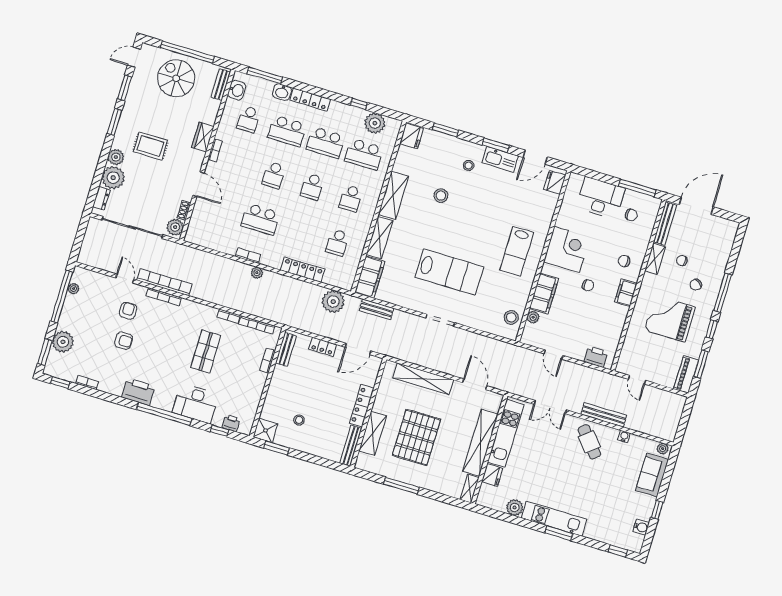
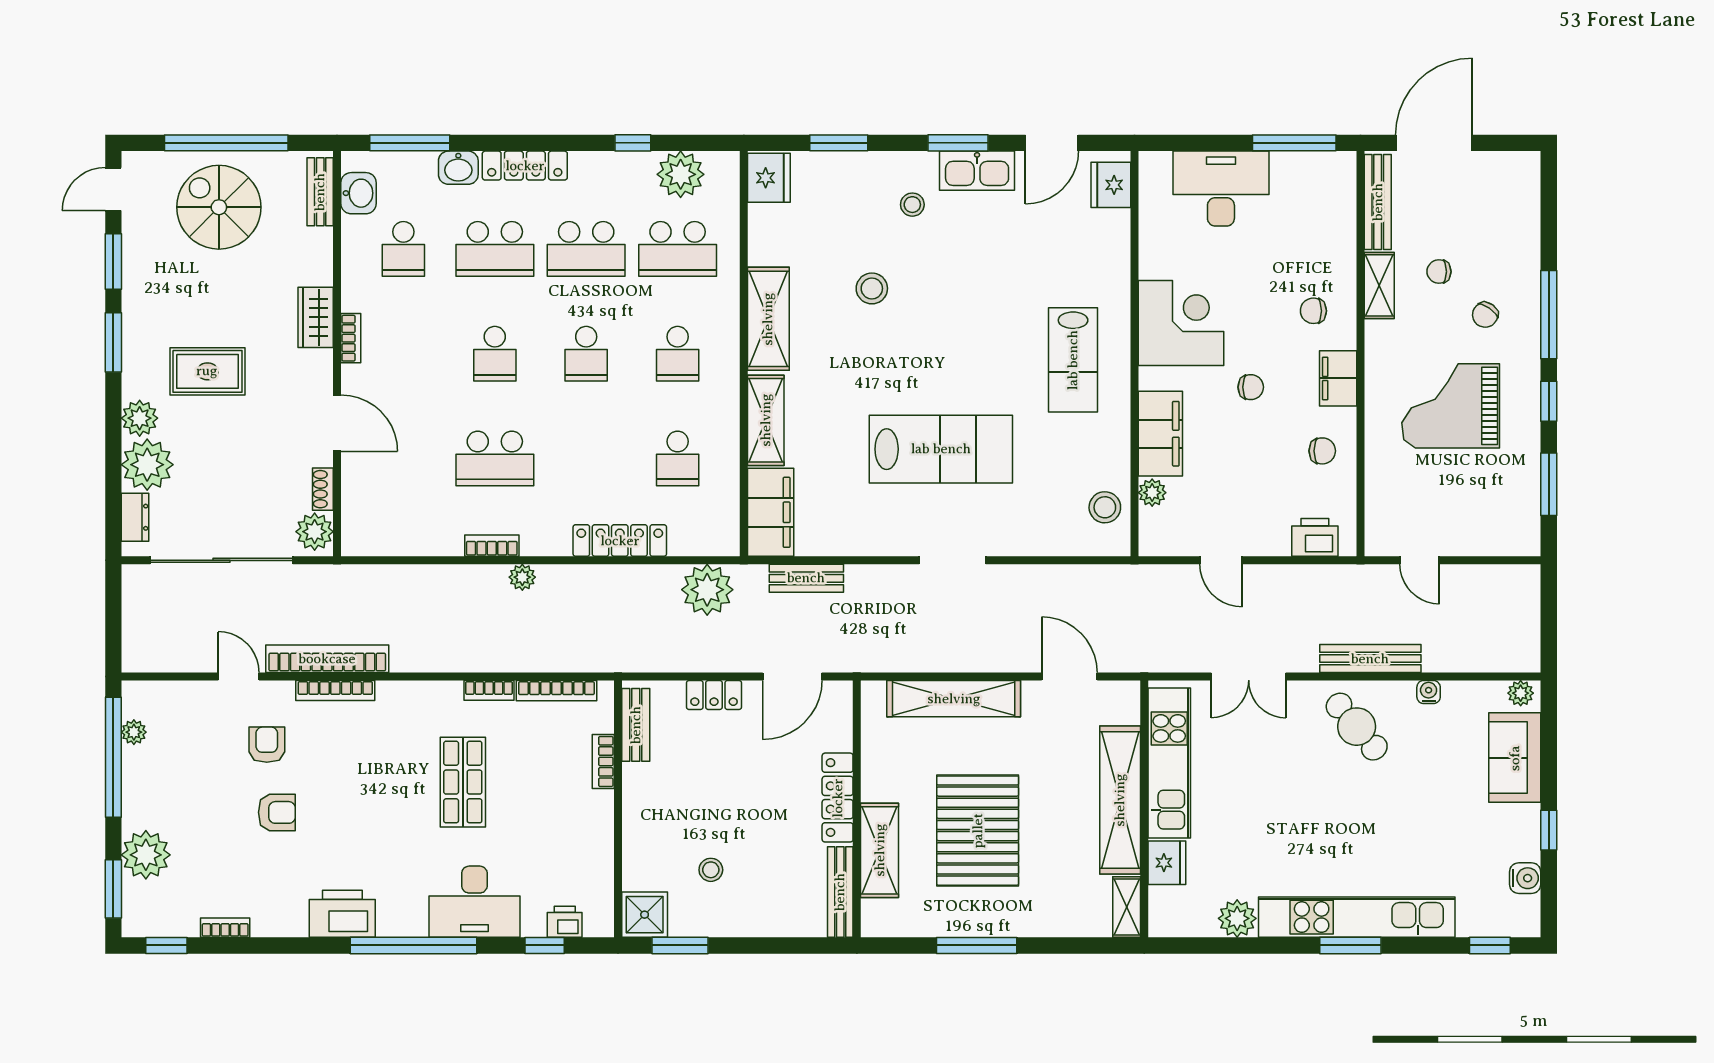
chair: (631, 215) -> (1322, 451), moved
piano: (686, 374) -> (1523, 517), removed
kitchen unit: (554, 519) -> (1357, 917), width x1.36

